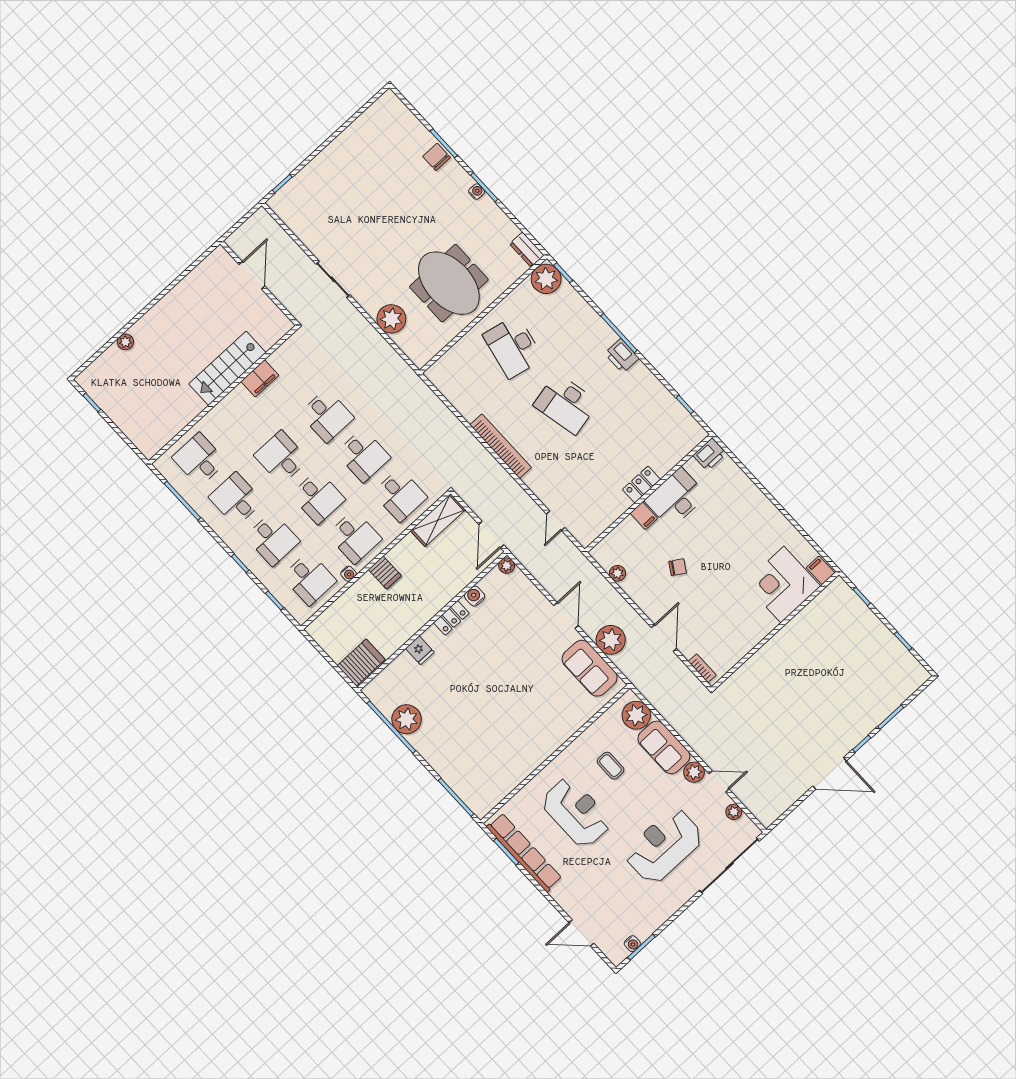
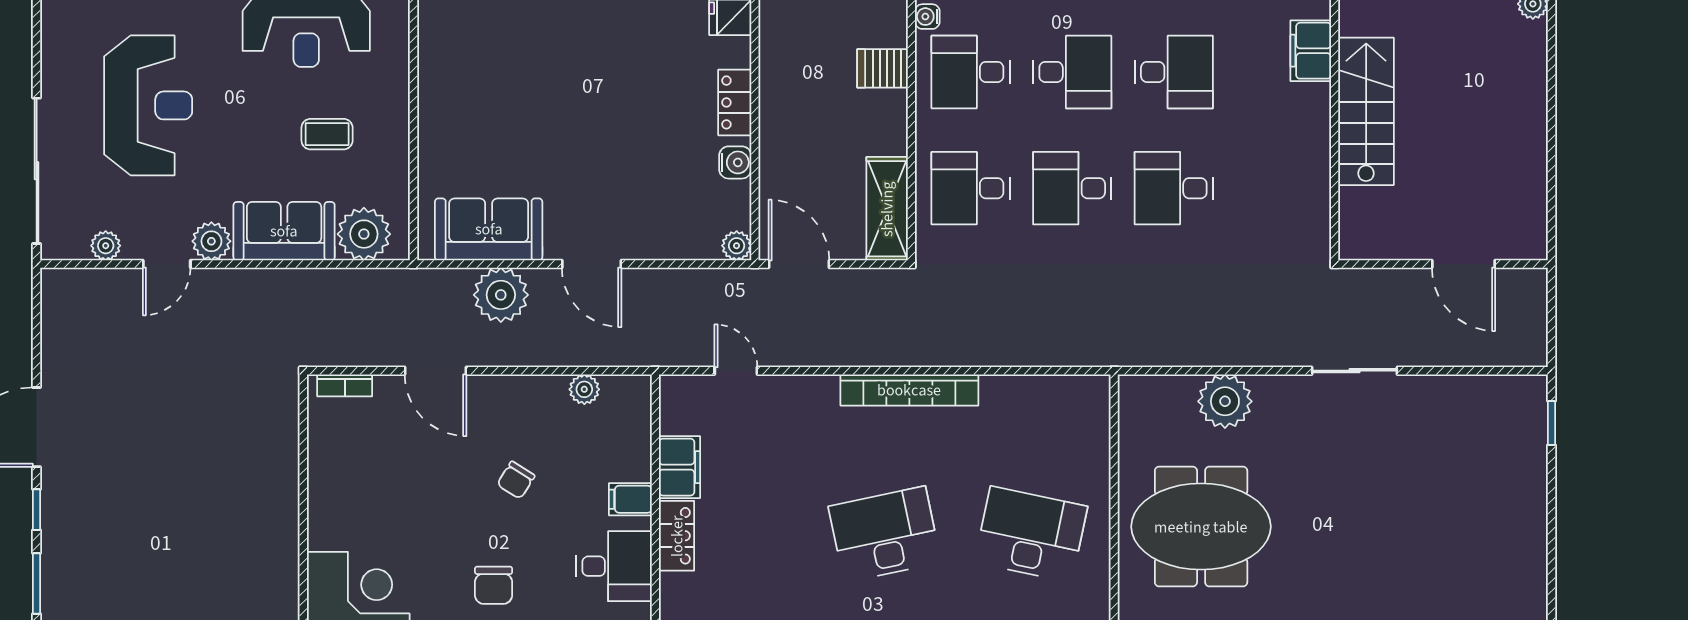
filing cabinet: (260, 378) -> (1311, 51), moved
desk: (318, 497) -> (1072, 72), turned 180
desk: (676, 498) -> (614, 566), width x0.73
filing cabinet: (614, 508) -> (680, 467), added
chair: (727, 538) -> (494, 585), added

